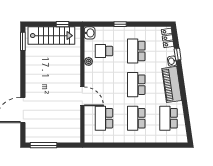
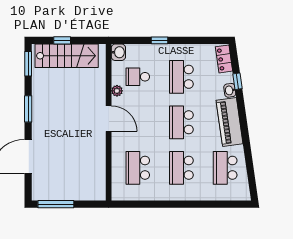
window: (62, 24) -> (62, 40), moved
window: (23, 75) -> (28, 109), added
door: (82, 96) -> (109, 119), moved

